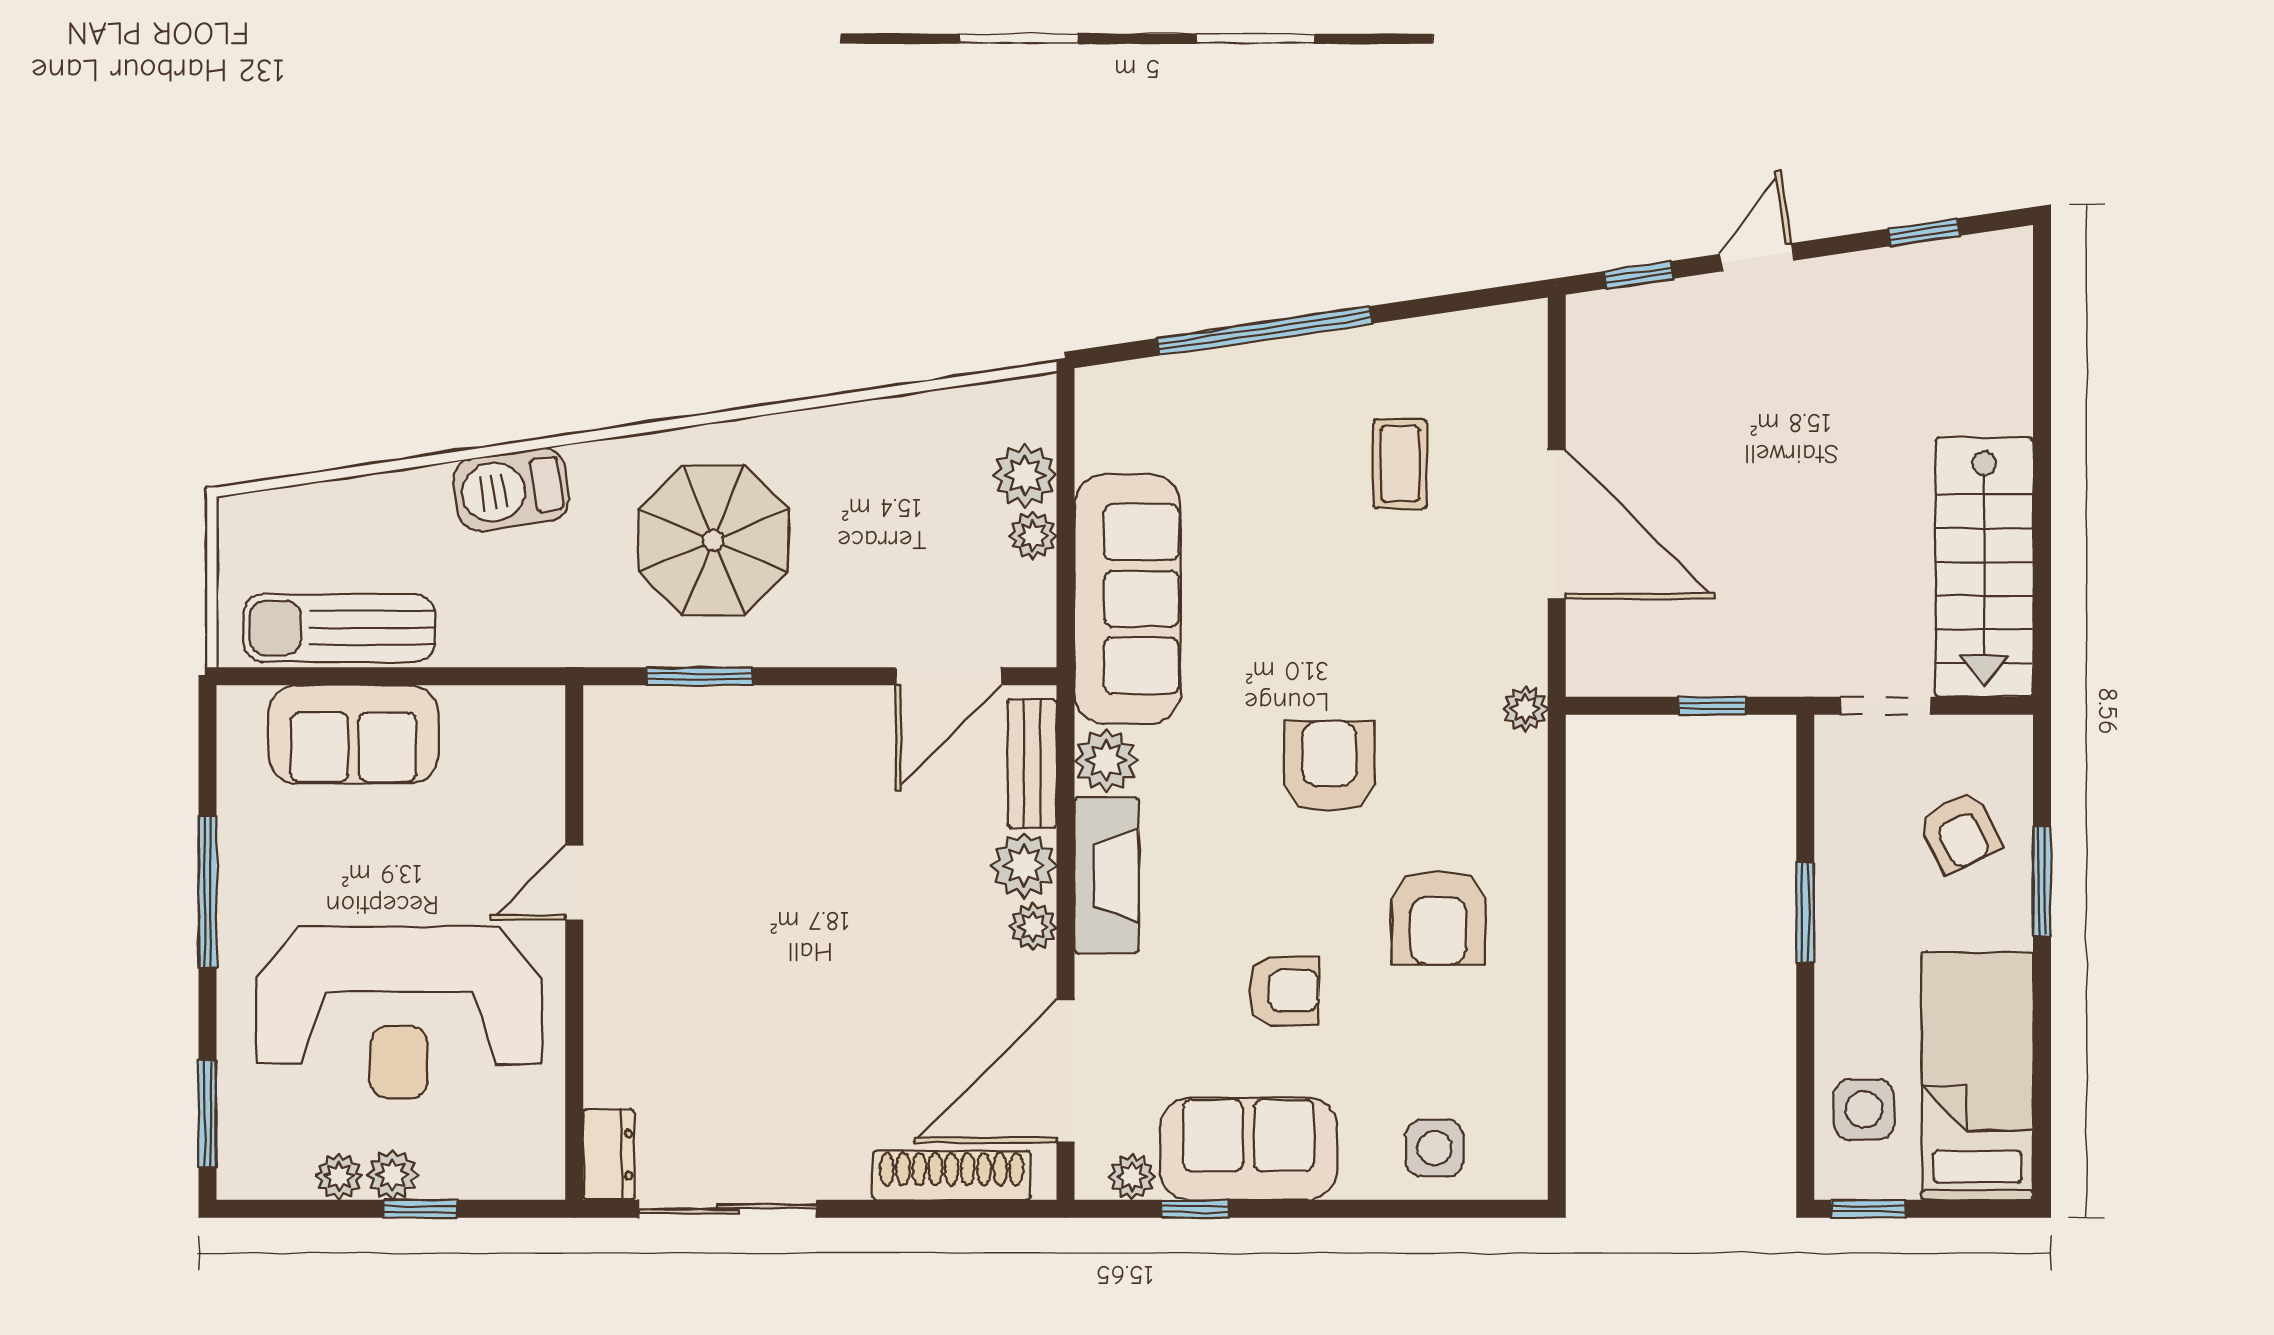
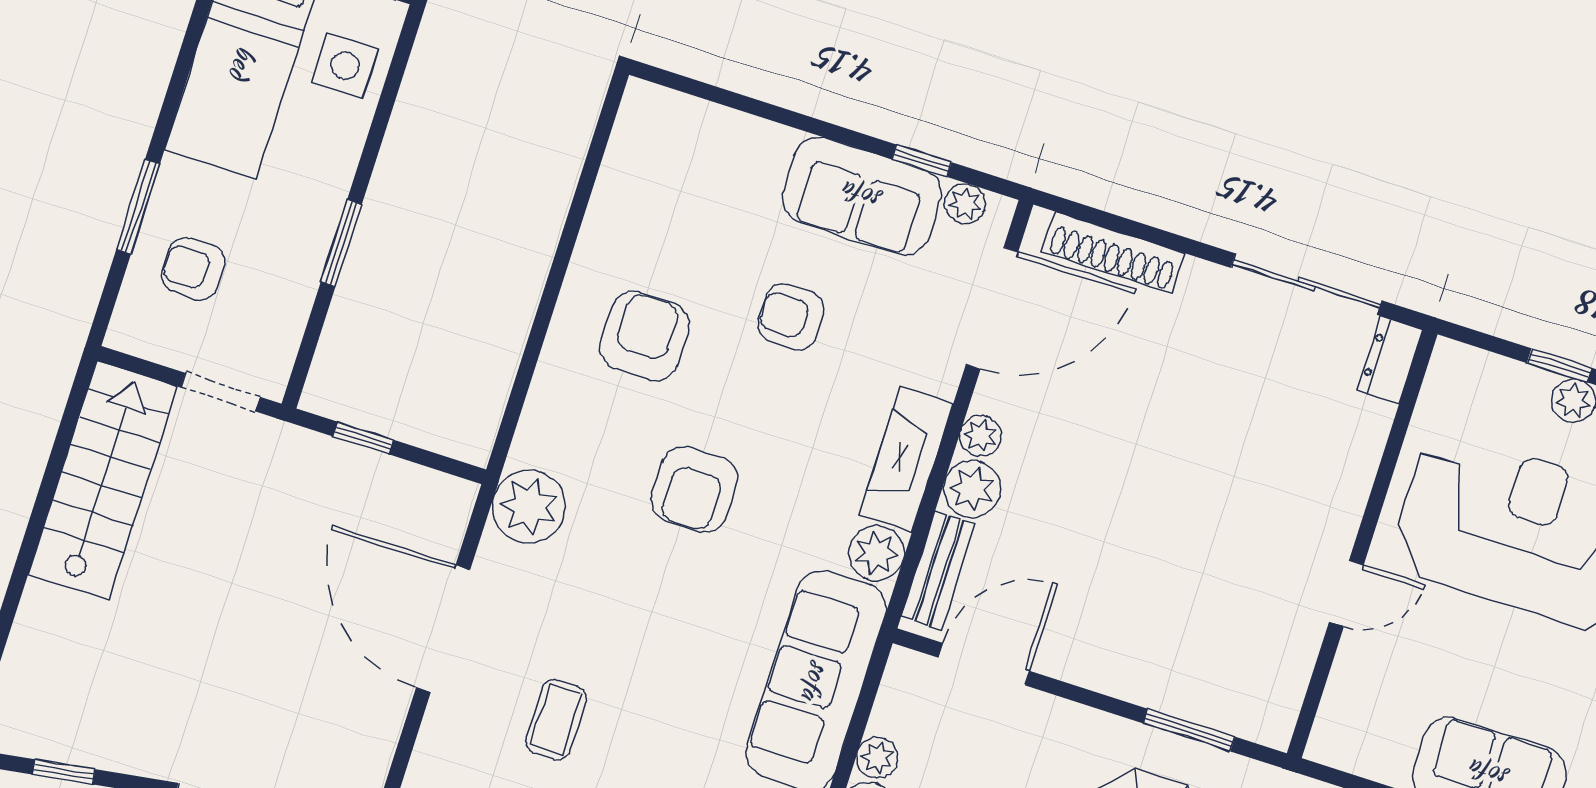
plant: (1525, 709) -> (529, 506), width x1.87, depth x1.87
armchair: (1959, 832) -> (193, 269), turned -63
side table: (1434, 1148) -> (709, 147), removed

